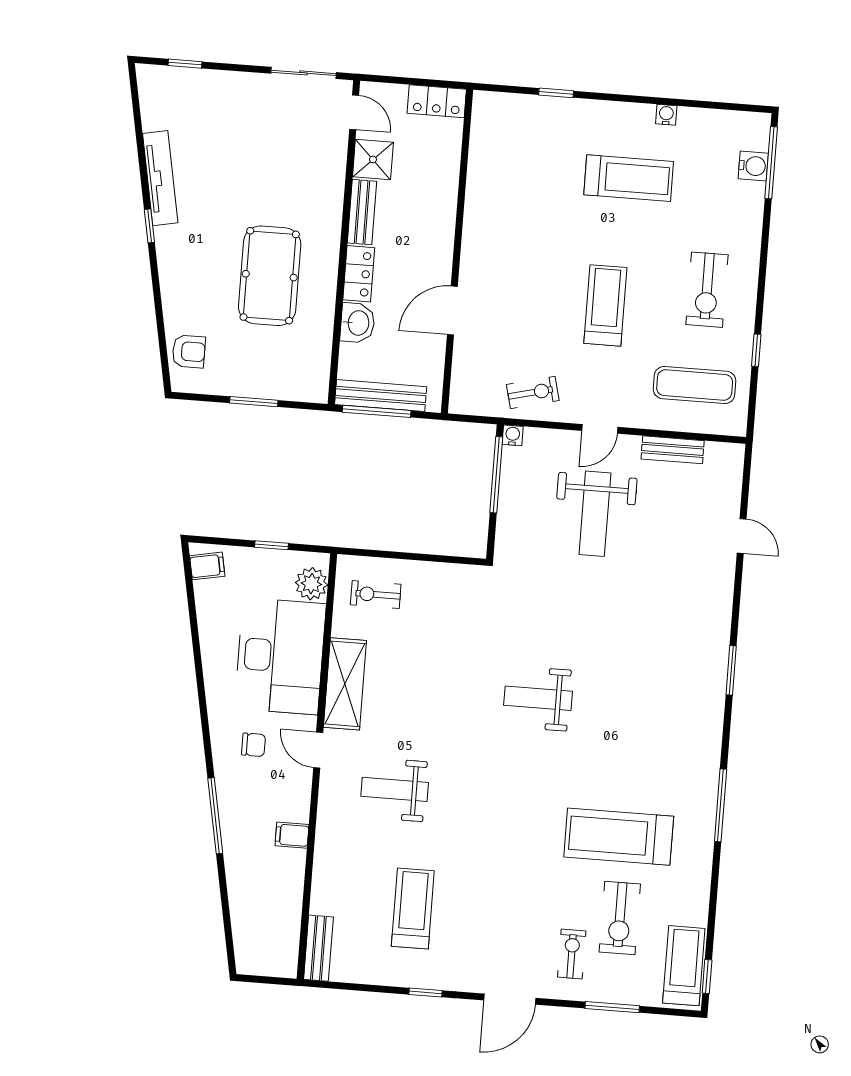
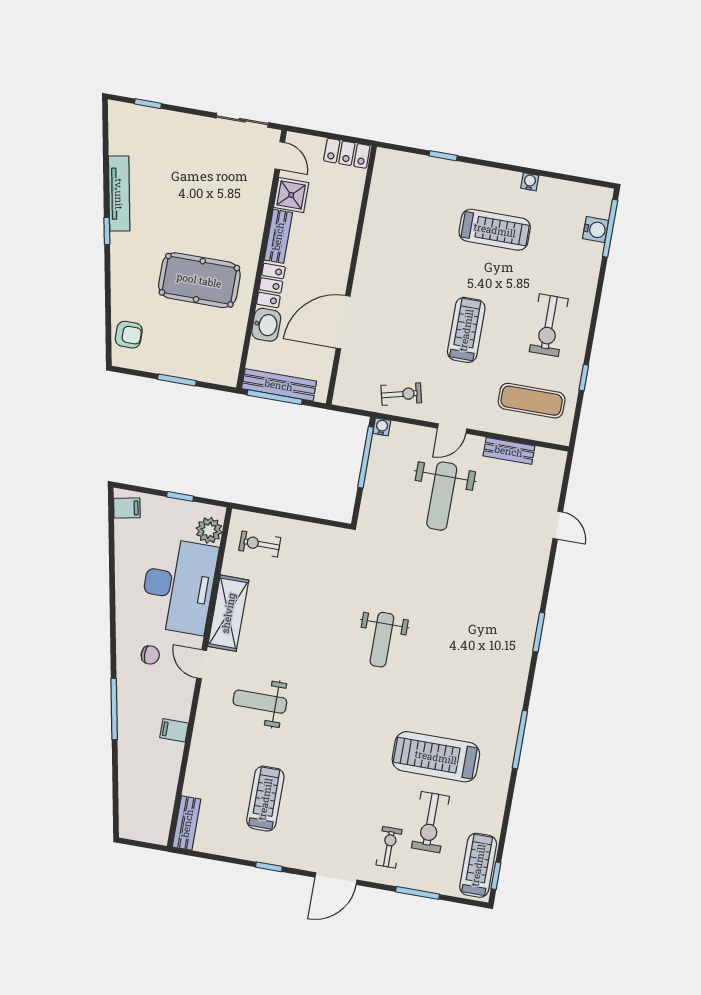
pool table: (270, 276) -> (199, 280), turned 90
door: (452, 310) -> (343, 322), width x1.36
weight bench: (538, 698) -> (382, 640), turned -90

